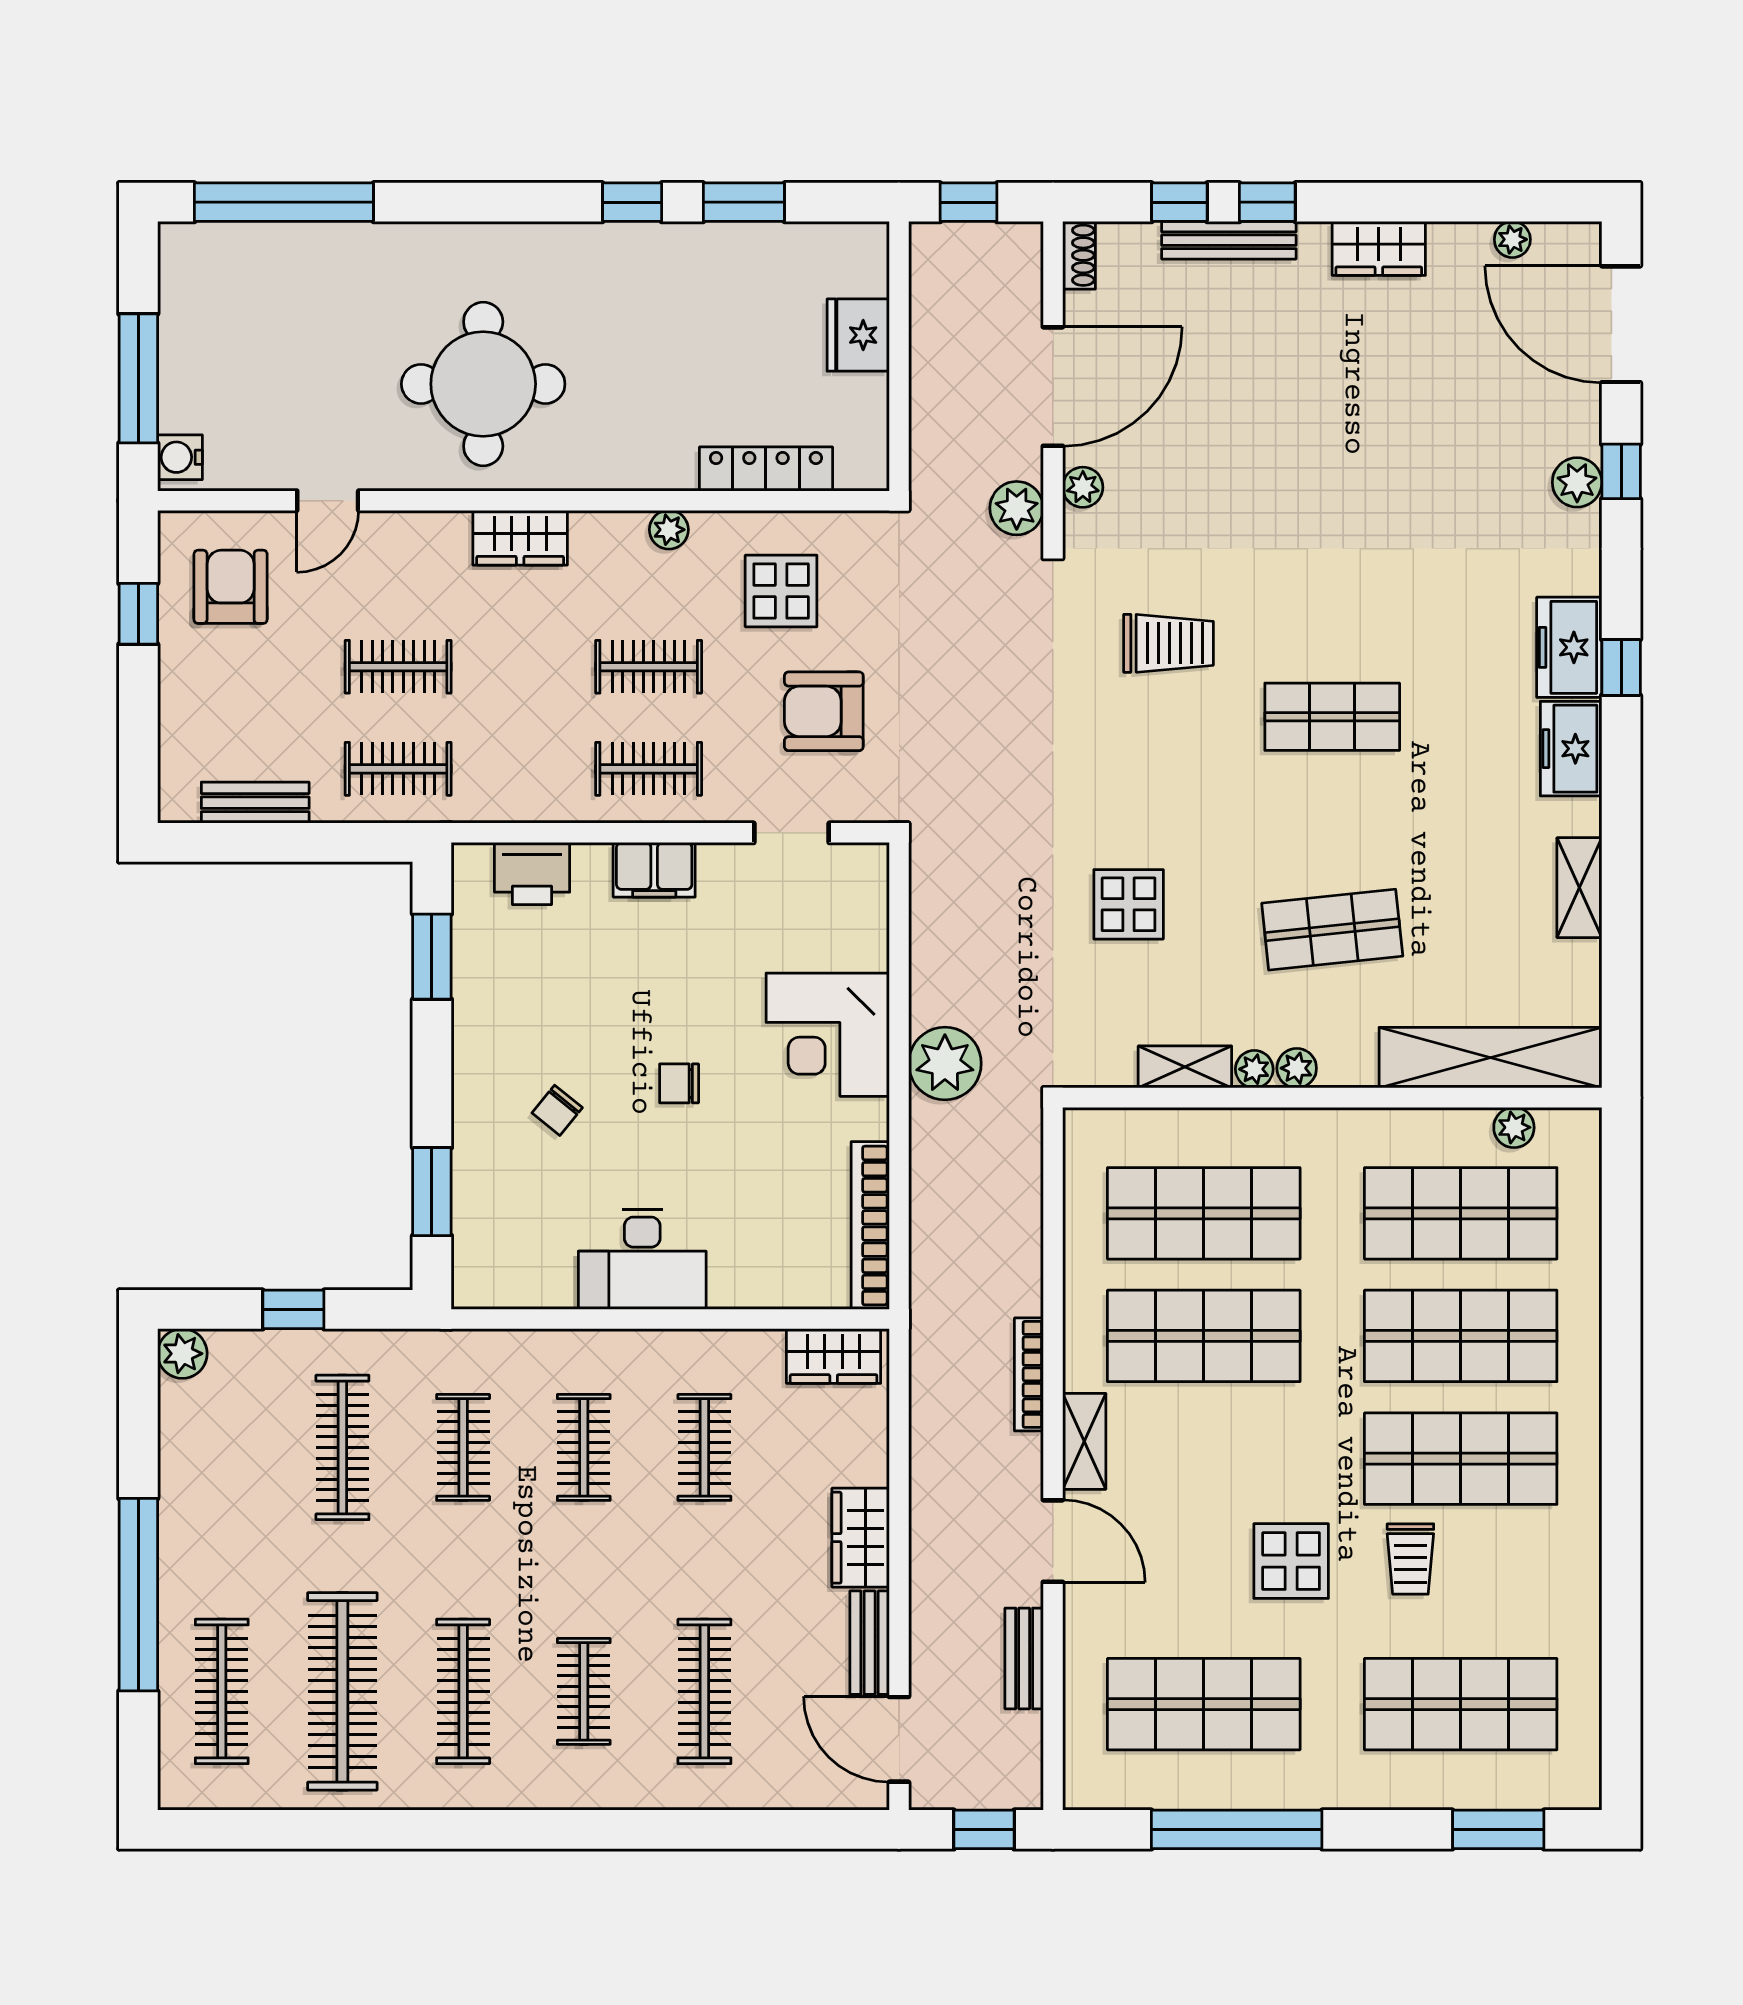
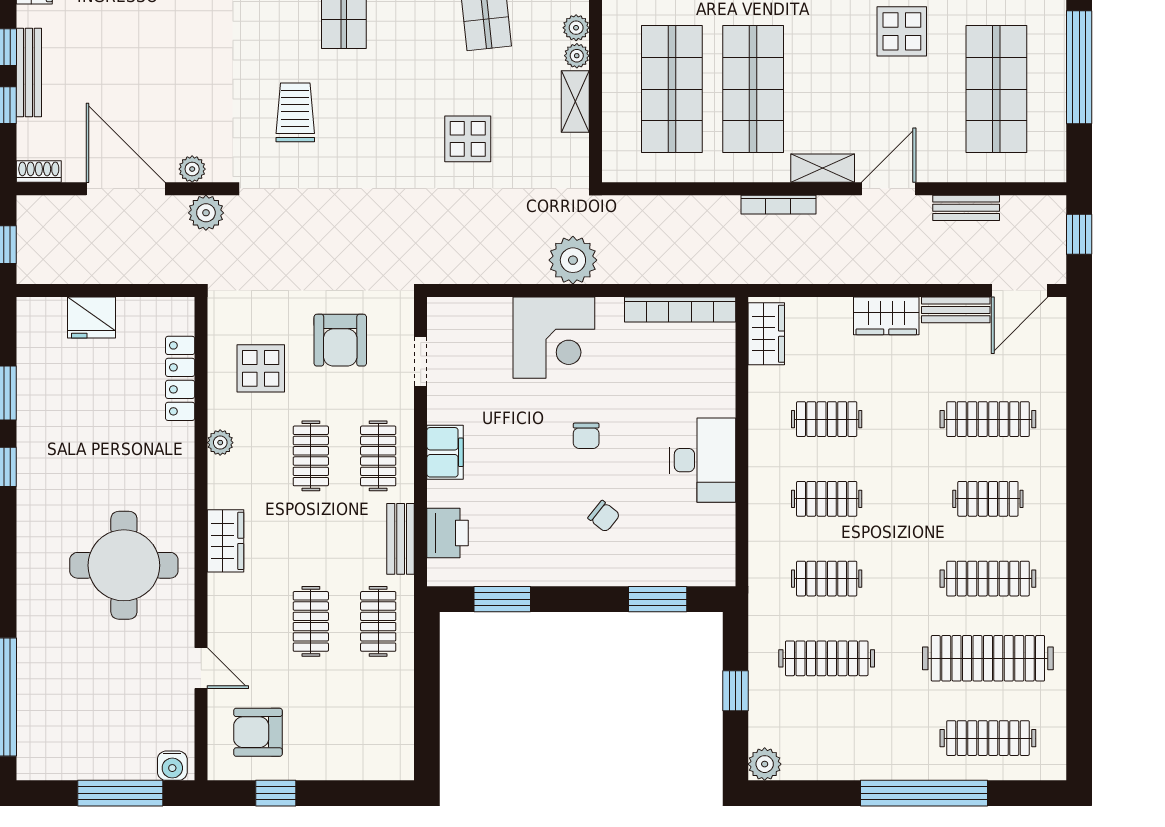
bench: (255, 803) -> (401, 539), moved

